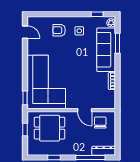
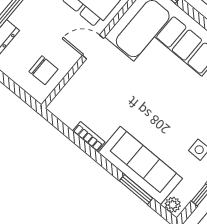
door: (85, 110) -> (93, 47), moved

